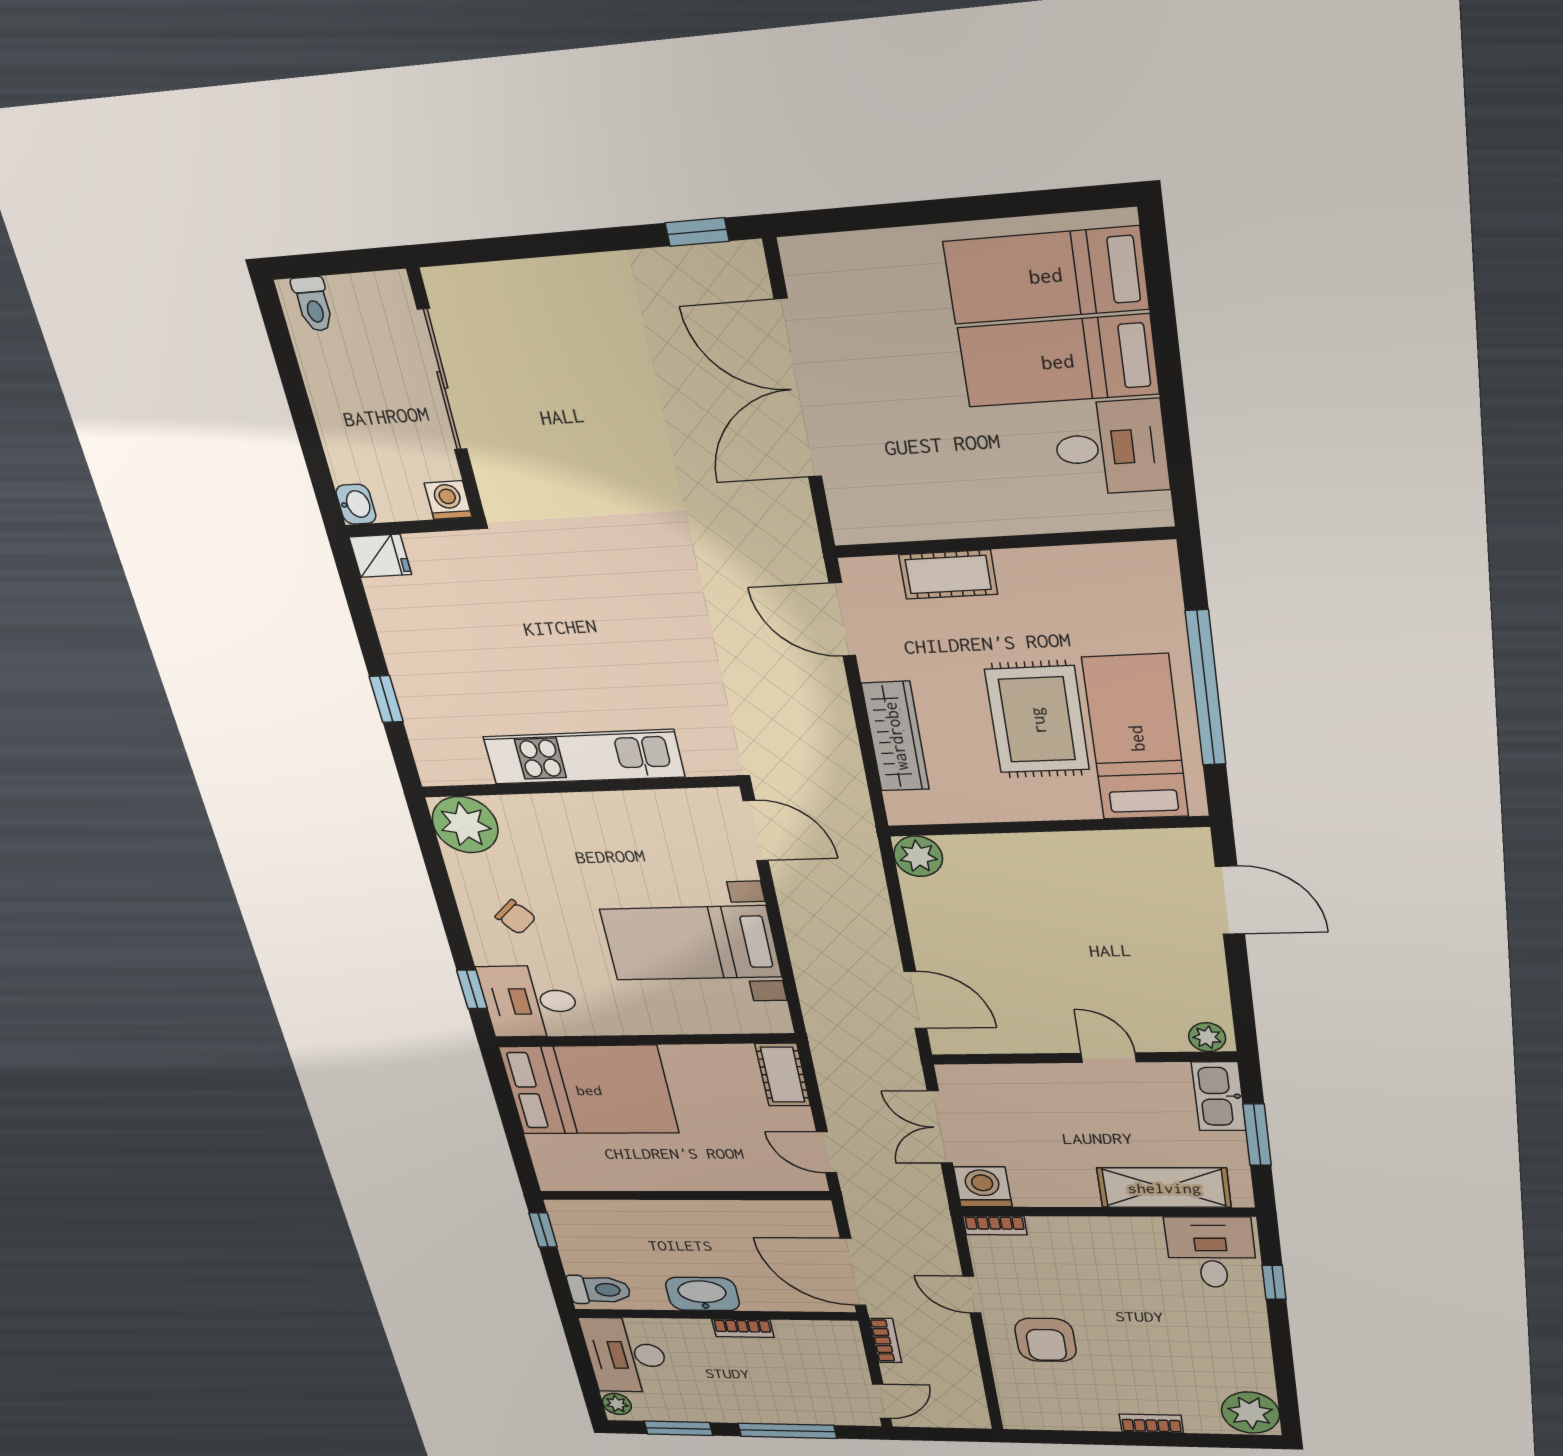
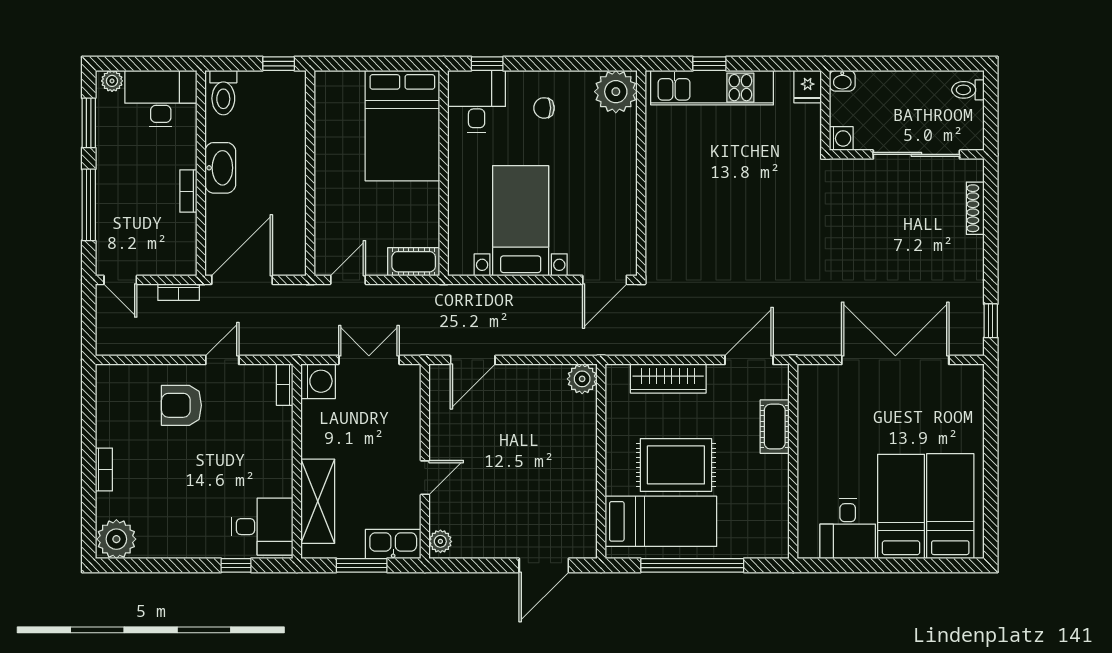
shoe rack: (508, 275) -> (975, 208), added
kitchen unit: (584, 757) -> (712, 88), moved, turned 90
chair: (516, 917) -> (544, 108), turned 42

